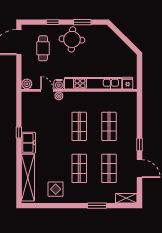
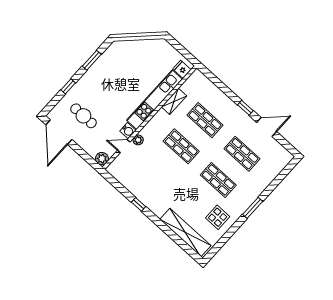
round table: (72, 39) -> (99, 83), removed
freezer: (28, 143) -> (155, 204), removed
shelving: (126, 198) -> (174, 101), moved
window: (97, 206) -> (253, 208), moved

